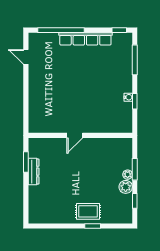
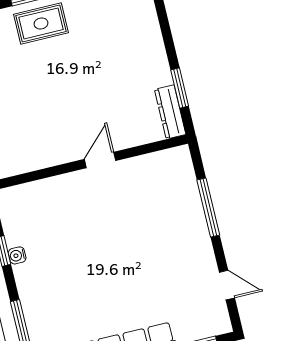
window: (26, 98) -> (208, 207), added
dresser: (34, 172) -> (170, 112), moved

